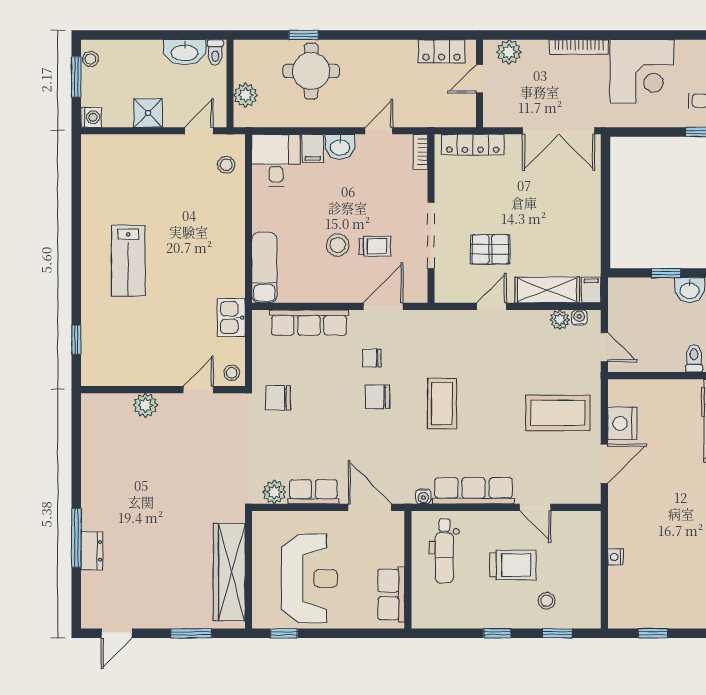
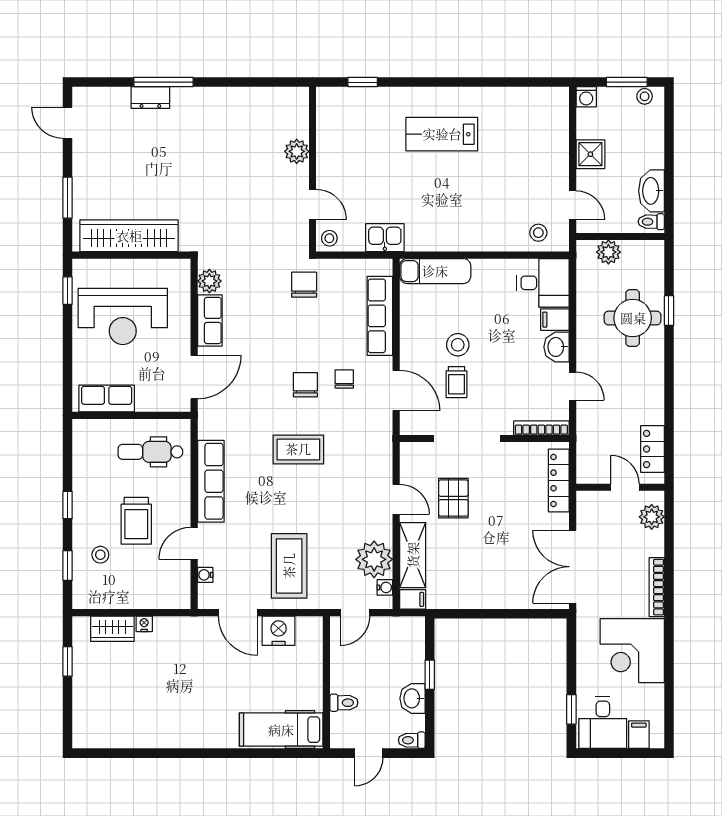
bookcase: (420, 152) -> (541, 428), width x1.56
plant: (560, 320) -> (374, 559), width x1.88, depth x1.88
water cooler: (423, 496) -> (205, 575), moved
wardrobe: (620, 589) -> (112, 629), added

